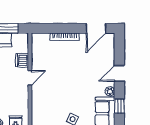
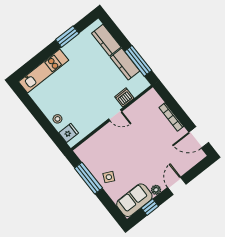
door: (119, 73) -> (177, 186), hinge flipped

